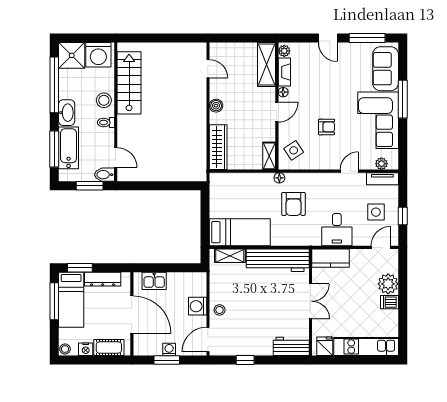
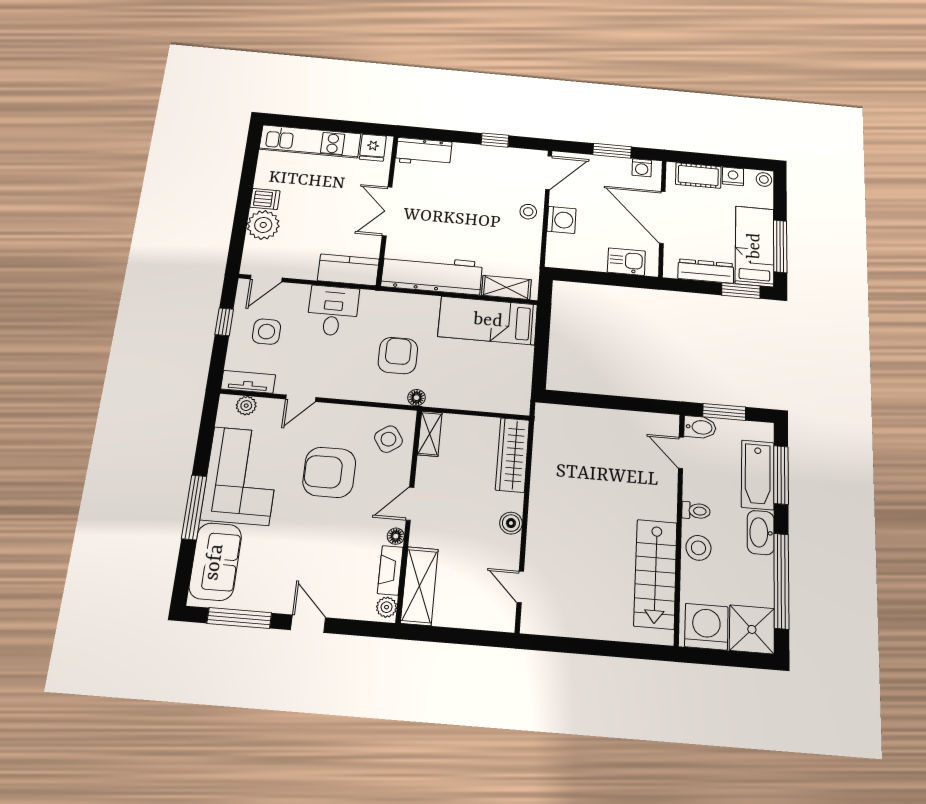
armchair: (327, 127) -> (329, 472), width x1.88, depth x1.88
washing machine: (169, 349) -> (642, 168), moved

